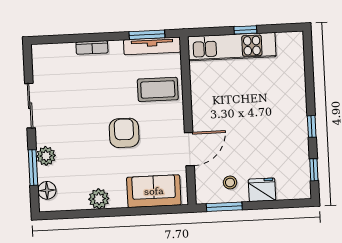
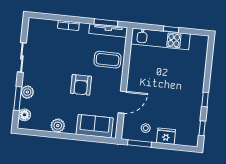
armchair: (124, 133) -> (81, 85), turned 180

